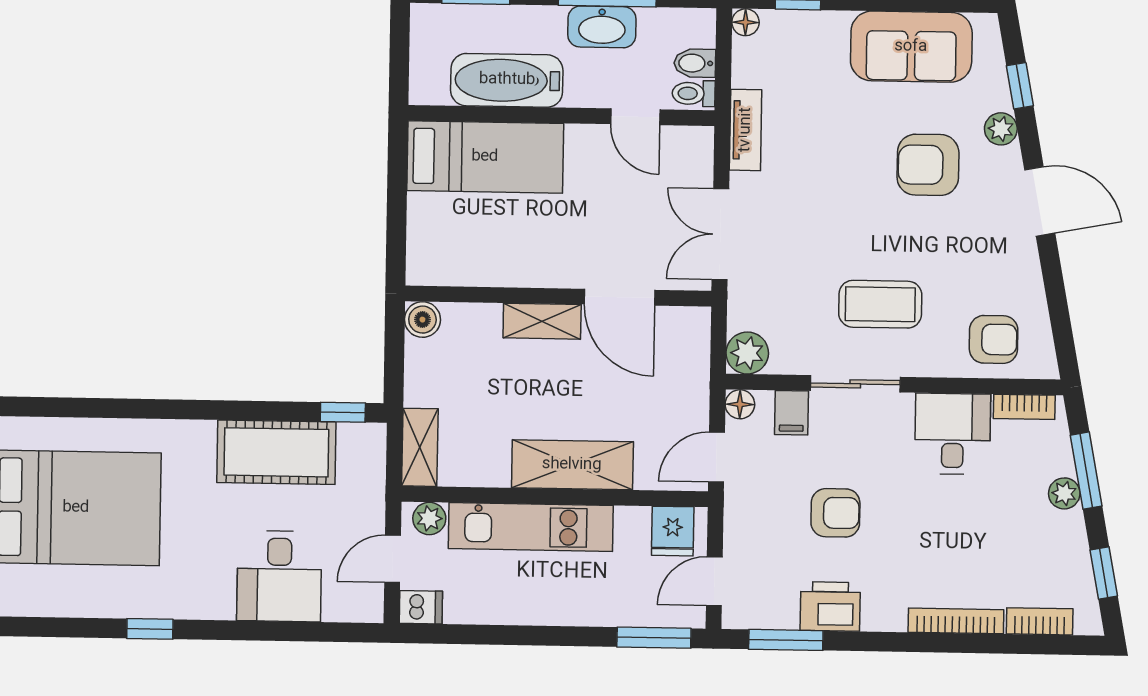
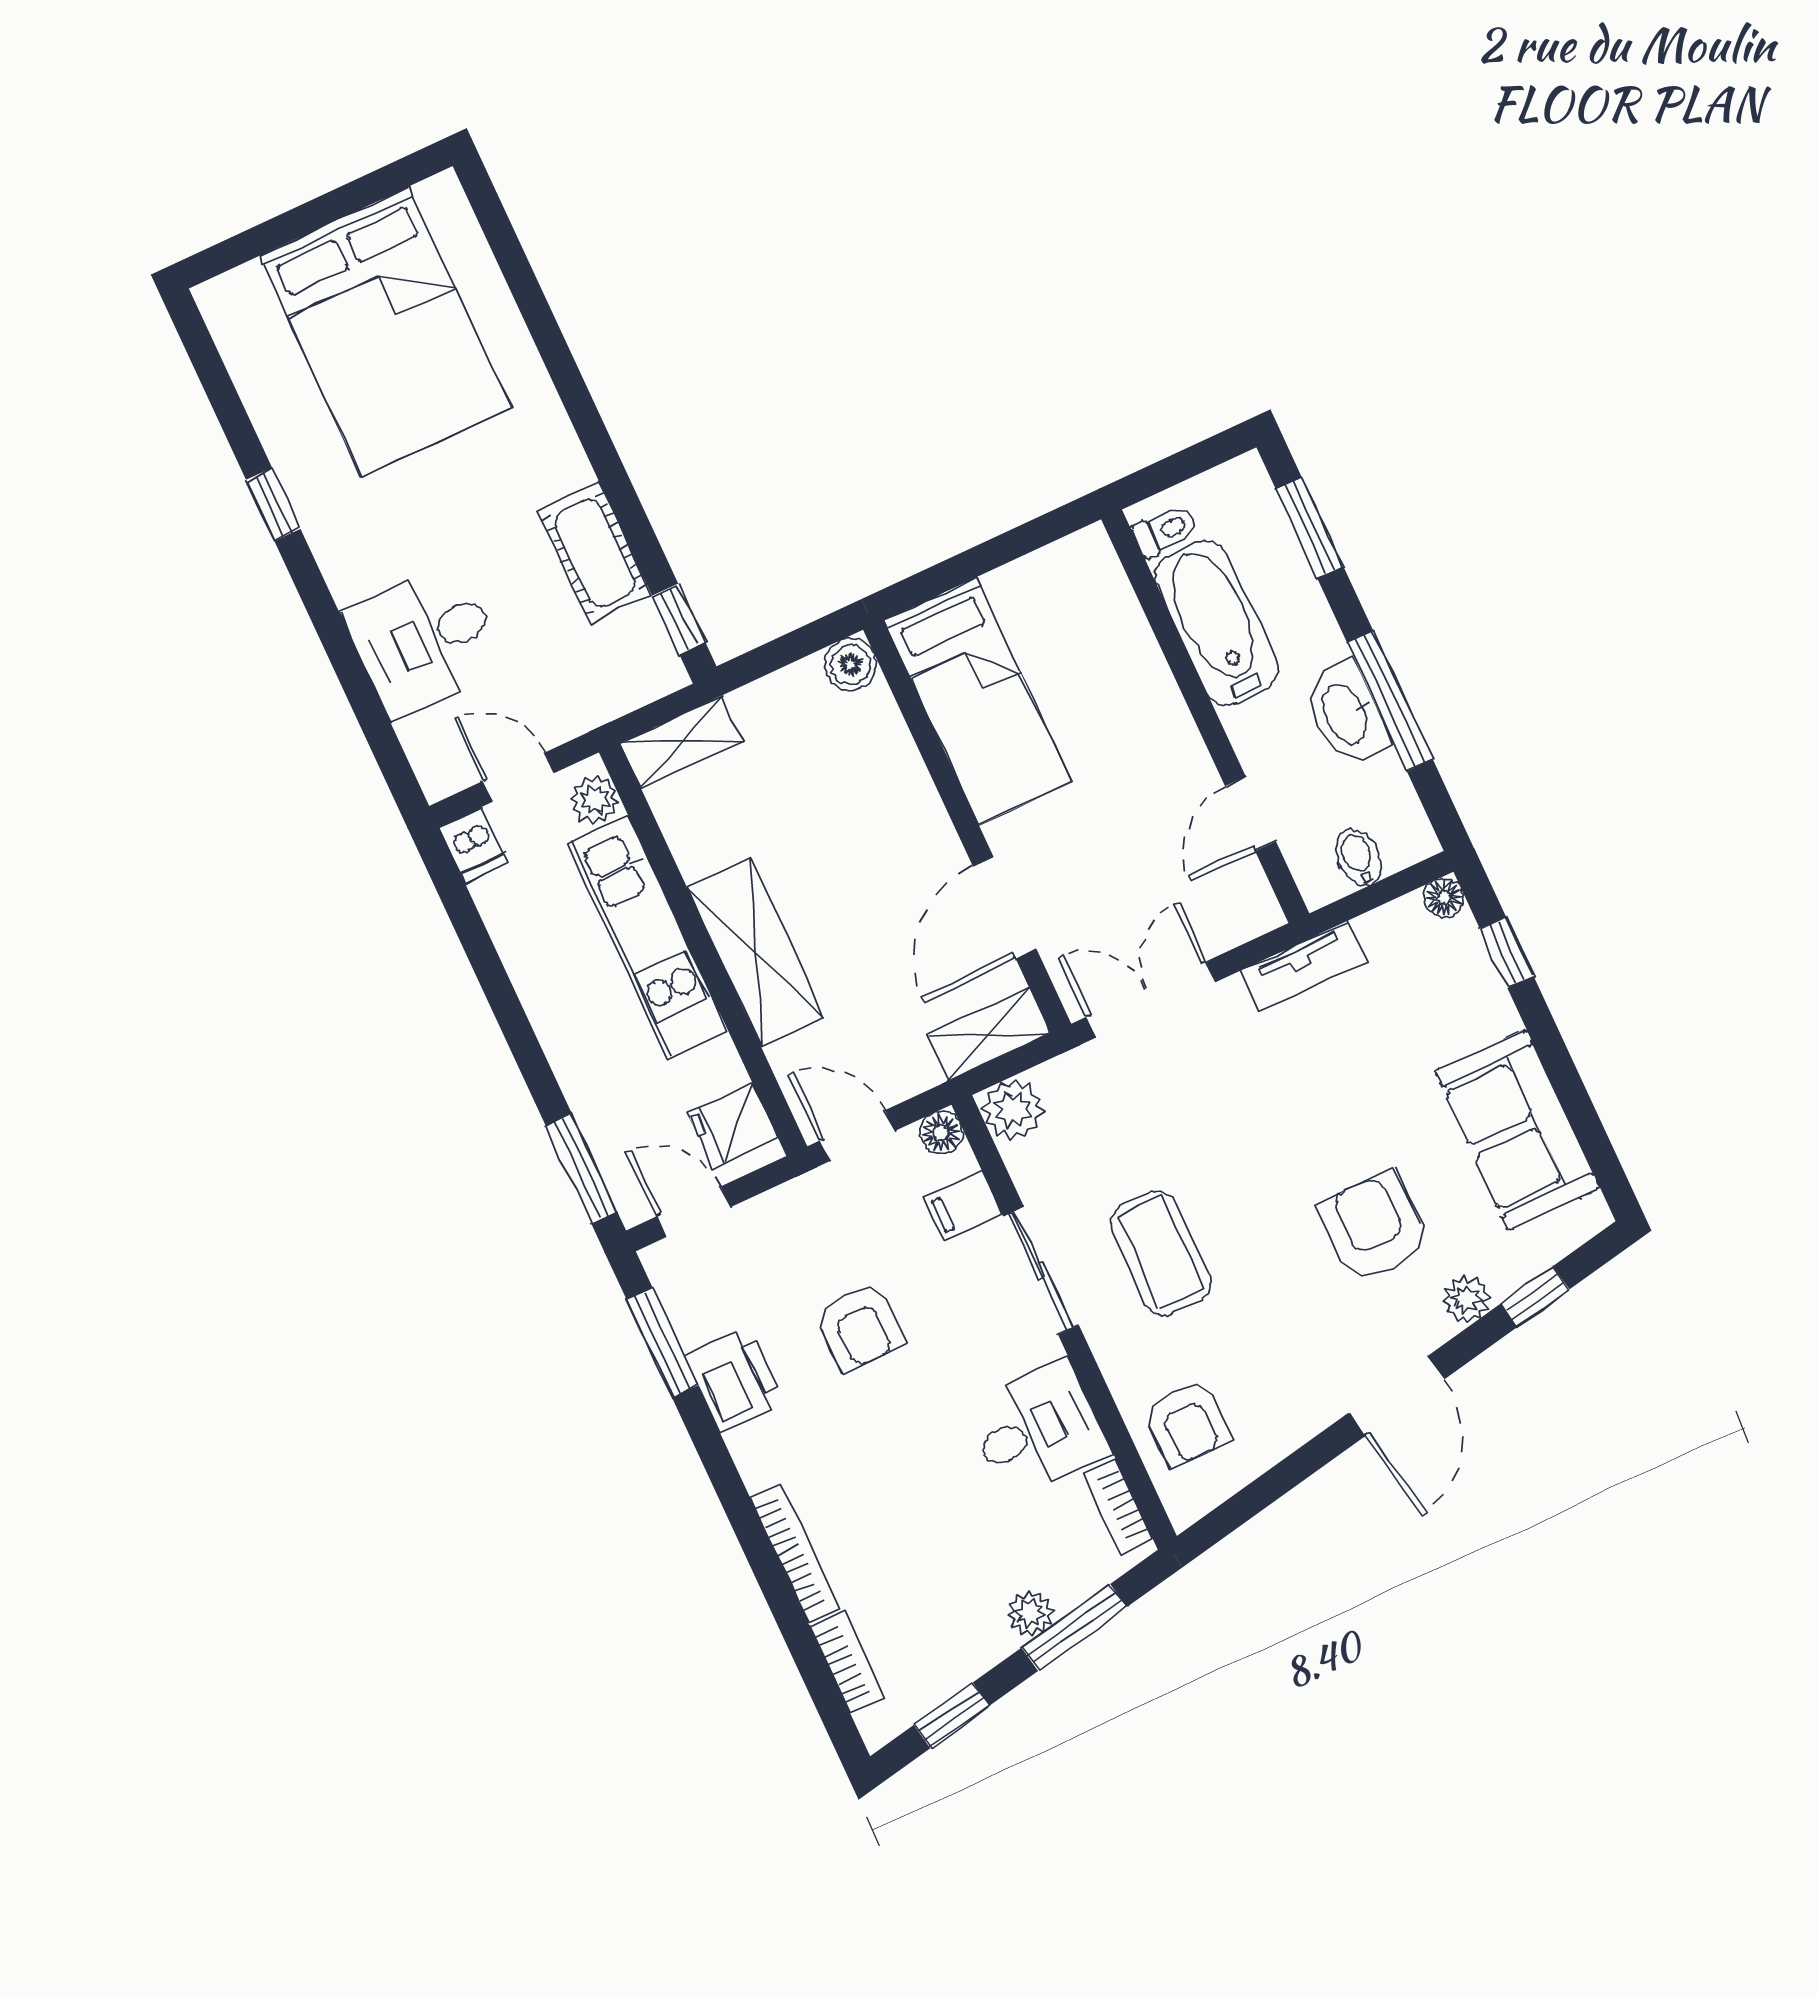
toilet: (694, 93) -> (1166, 531), moved, turned 90
bed: (485, 157) -> (977, 701), moved
shelving: (542, 321) -> (989, 1034), moved, turned 90
cot: (276, 452) -> (595, 553), width x0.73, depth x0.75

